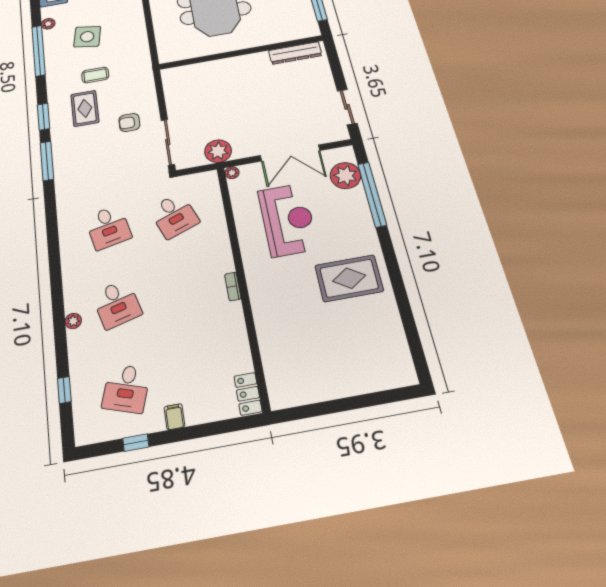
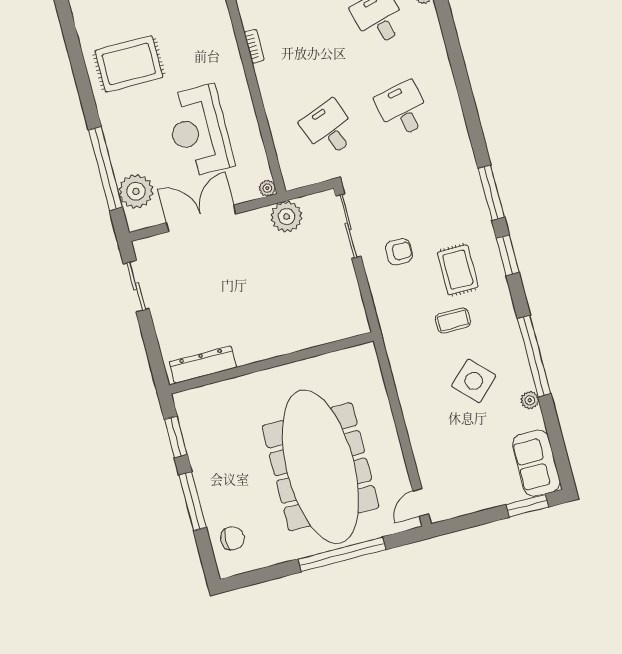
side table: (87, 37) -> (474, 381), turned 36

